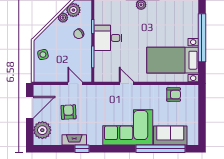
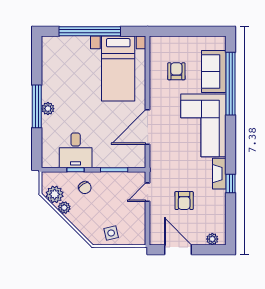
desk: (108, 38) -> (76, 150), moved
door: (127, 83) -> (148, 127), width x1.87
armchair: (174, 95) -> (176, 71), moved
armchair: (69, 112) -> (184, 201), turned -87
plant: (42, 130) -> (212, 239), width x0.53, depth x0.53
fireplace: (74, 140) -> (219, 174), moved

